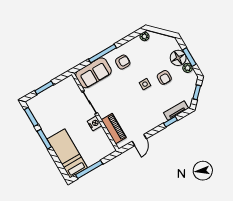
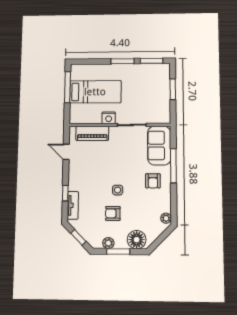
floor lamp: (178, 58) -> (137, 240), moved
bed: (67, 153) -> (95, 92), moved

